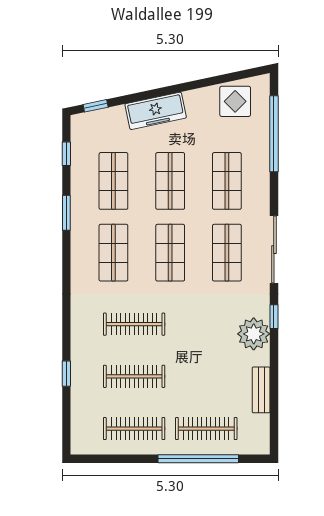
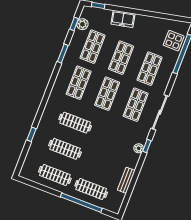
display table: (235, 101) -> (174, 41), moved
freezer: (156, 111) -> (123, 19), width x0.71
plant: (81, 149) -> (82, 24), added
plant: (254, 334) -> (139, 148), width x0.53, depth x0.53

